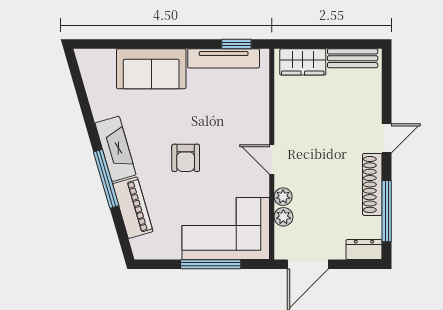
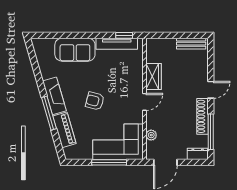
wardrobe: (303, 62) -> (153, 77), moved, turned -90
armchair: (186, 158) -> (95, 101), turned 105
door: (272, 159) -> (144, 102), swing flipped
plant: (283, 197) -> (151, 123), removed

